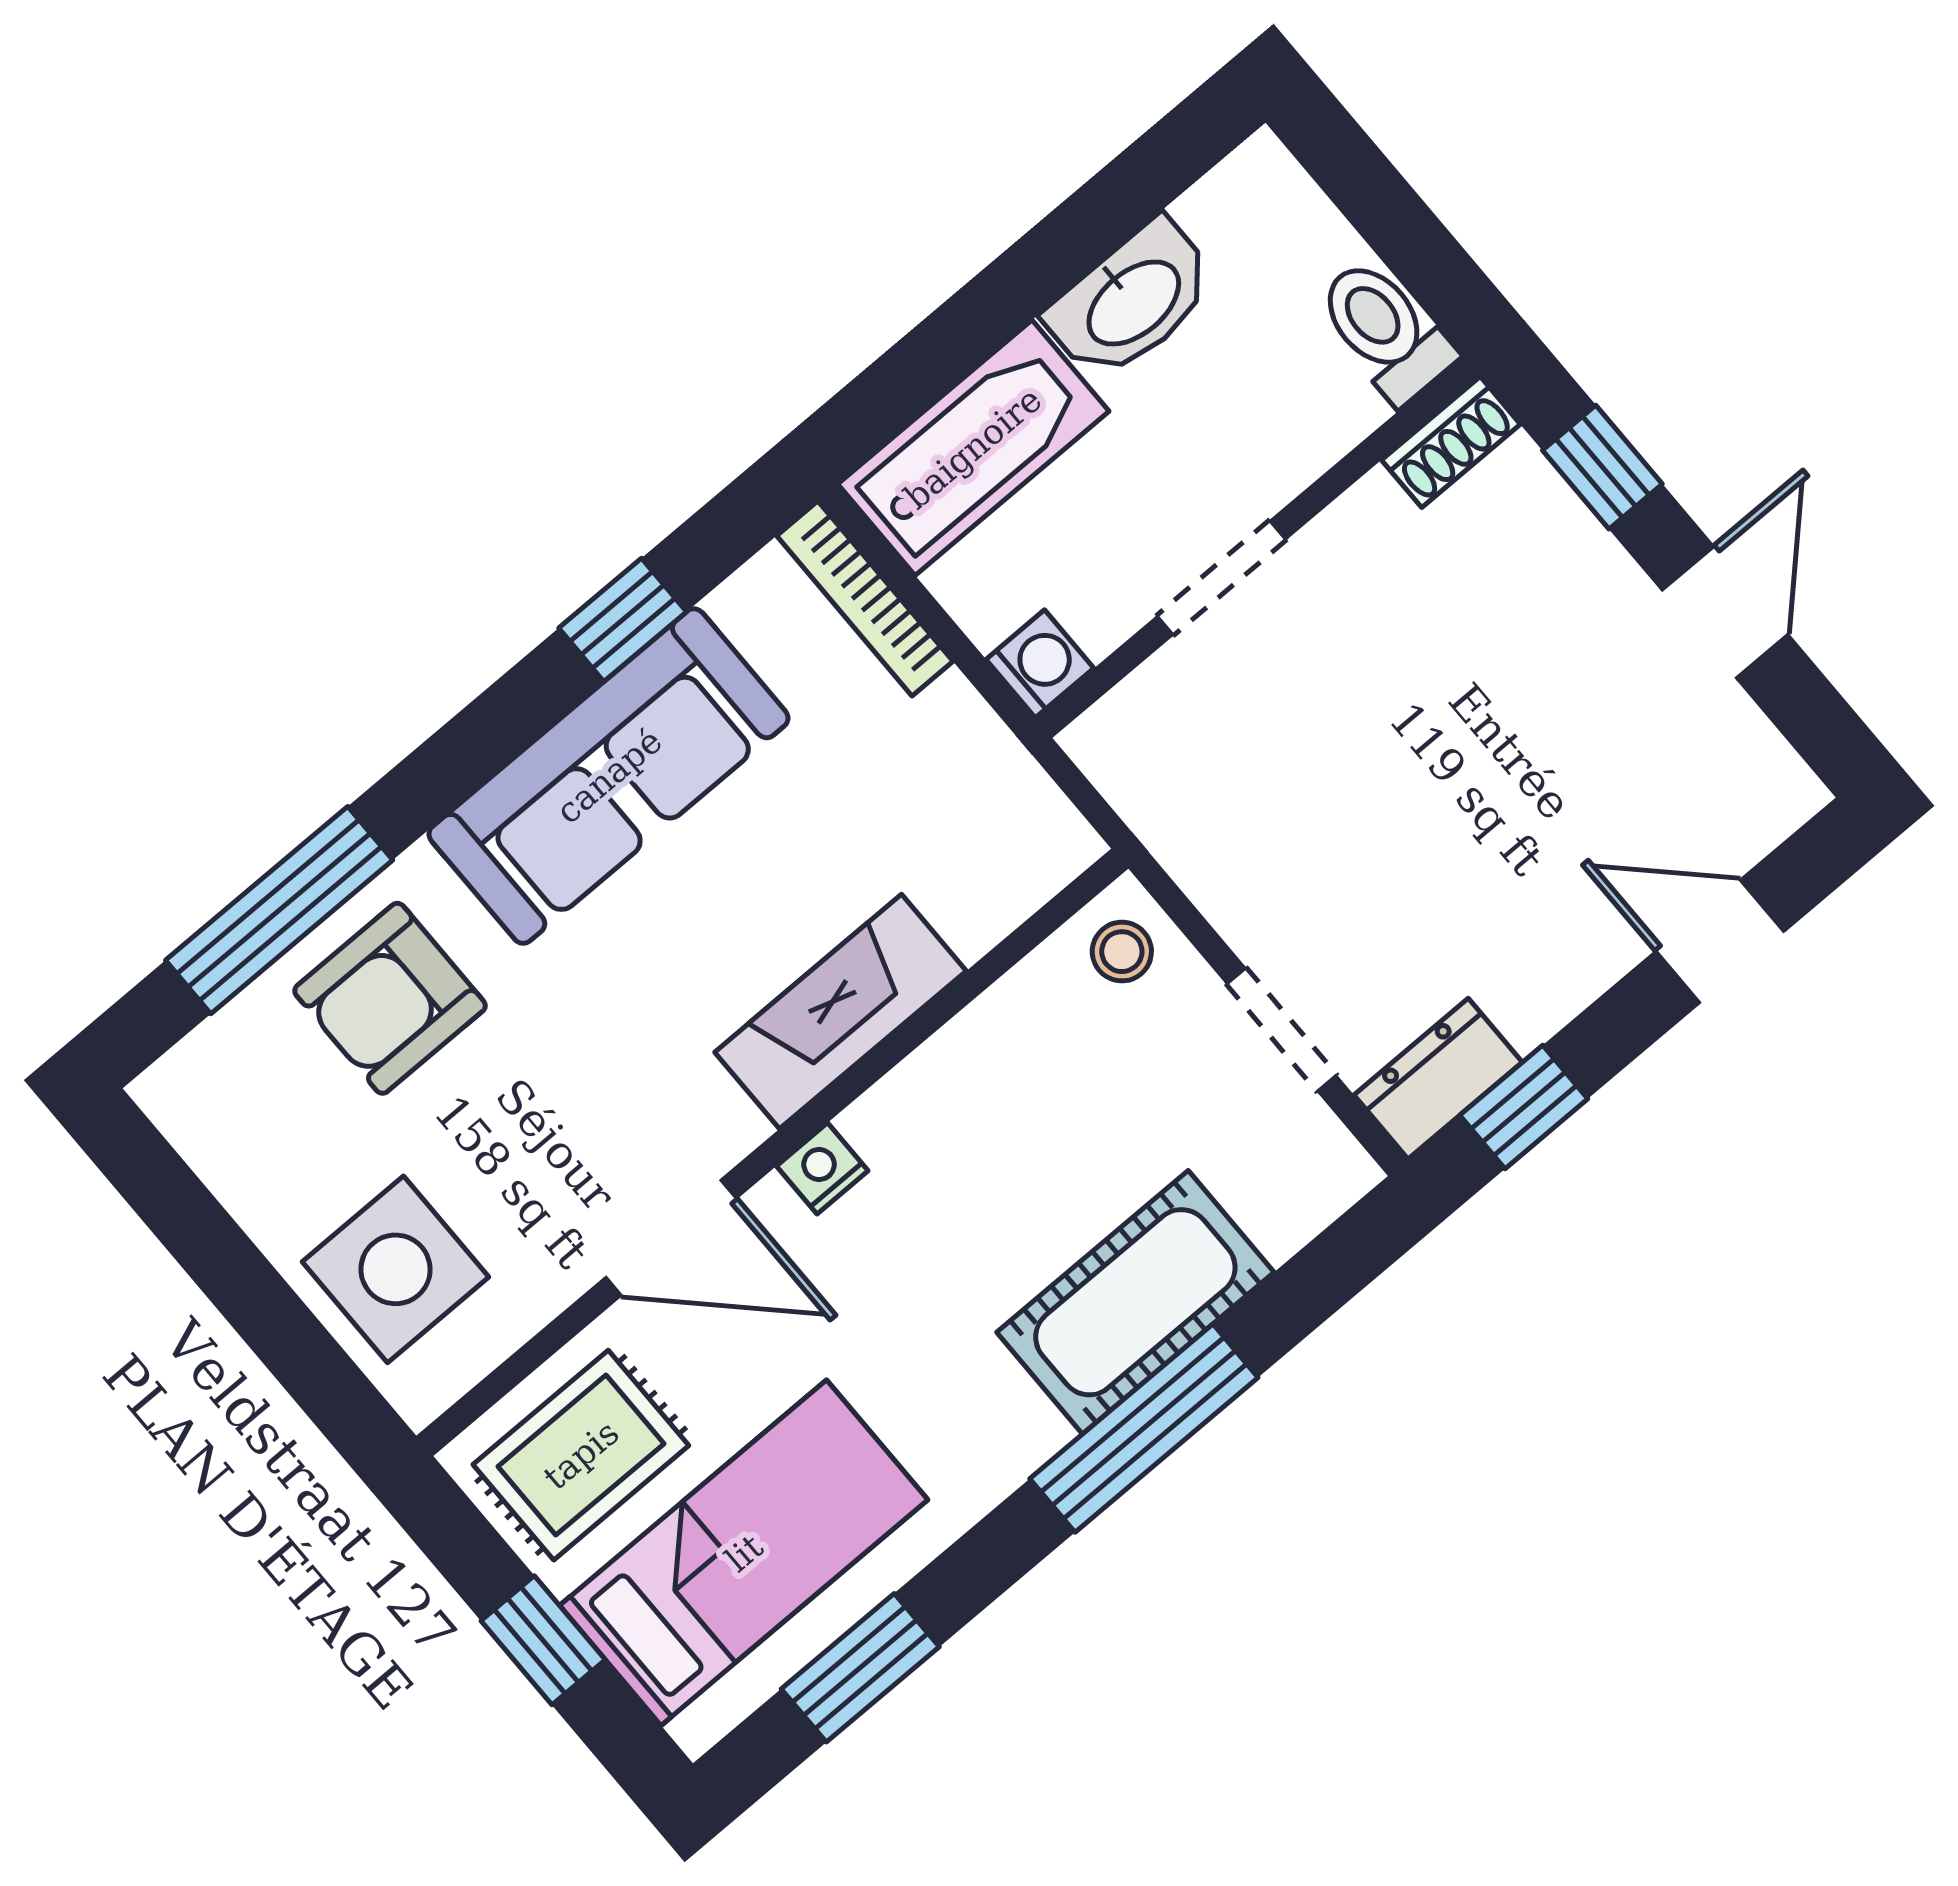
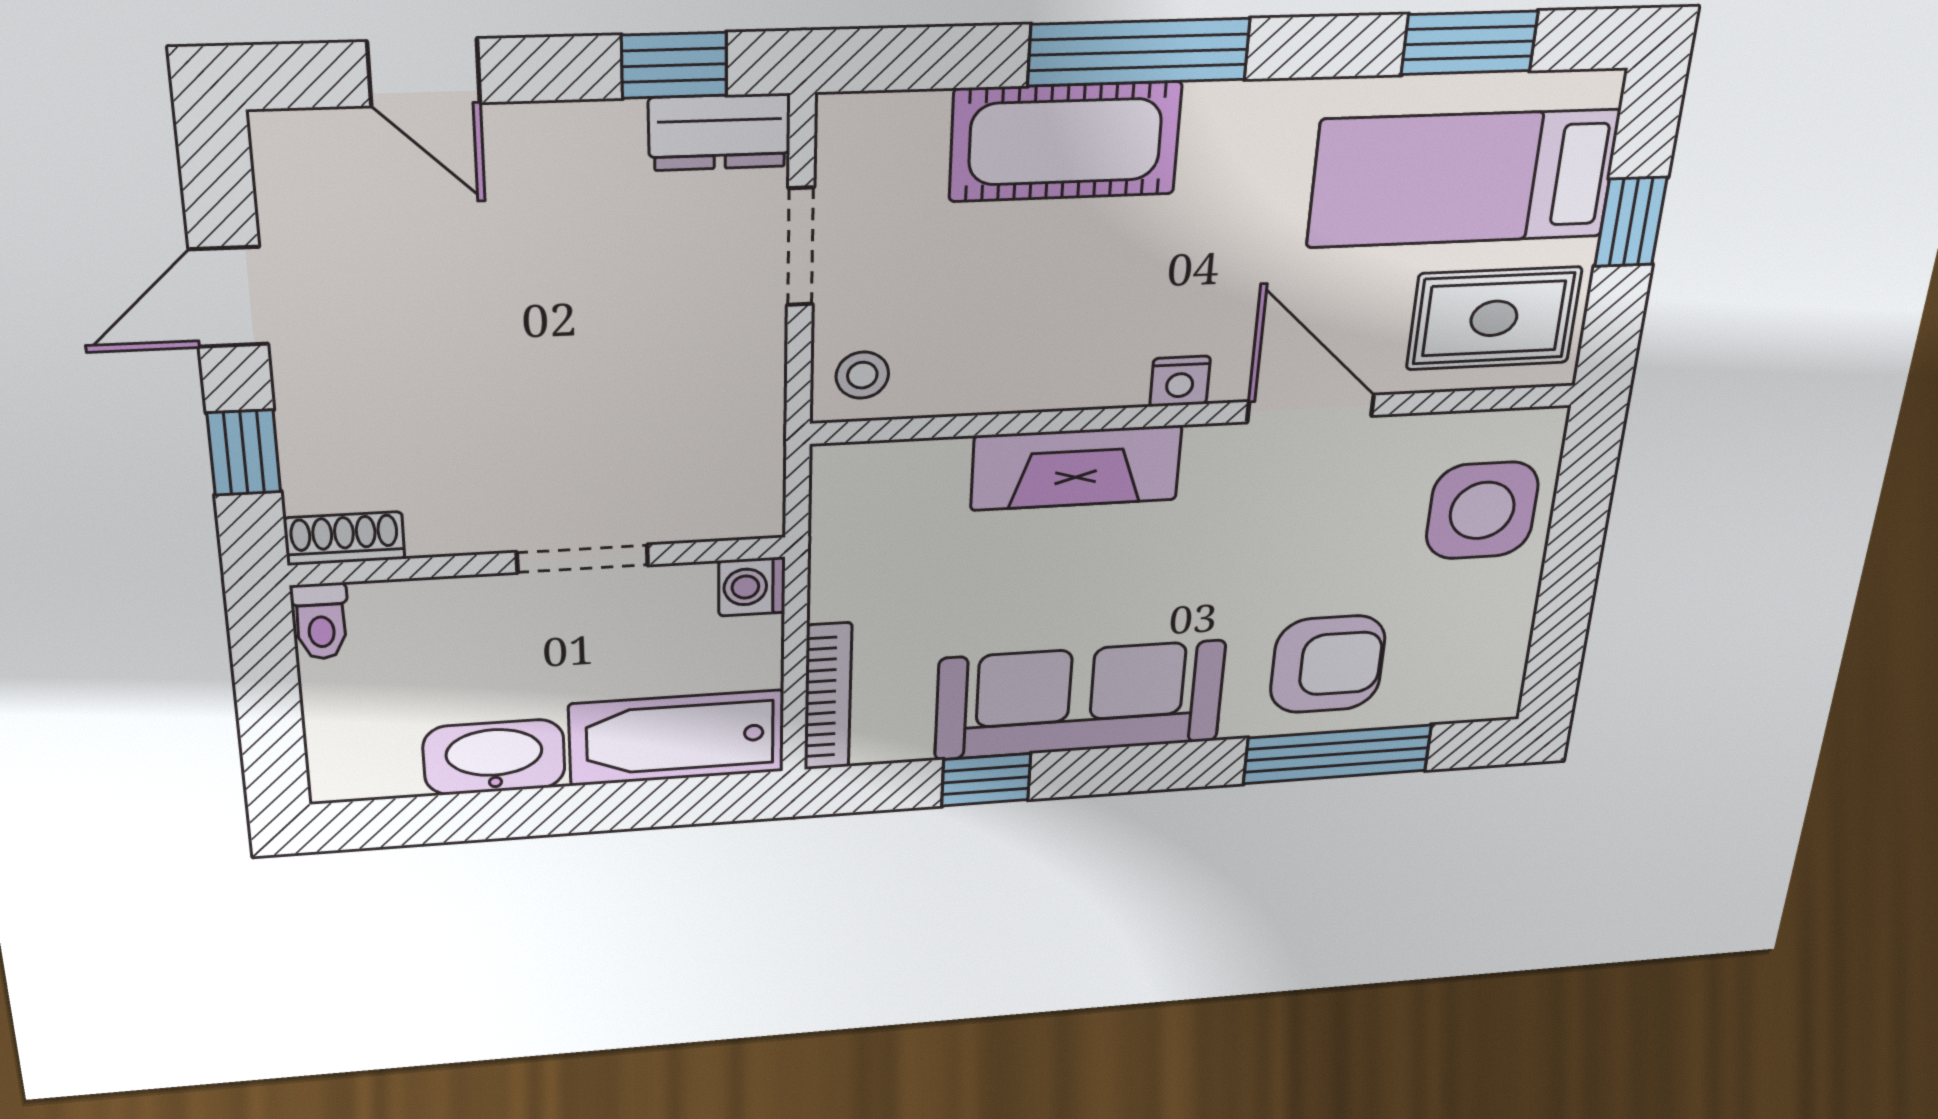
toilet: (1385, 330) -> (321, 621), width x0.73, depth x0.72

